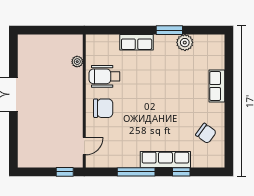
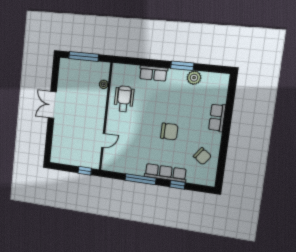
window: (48, 30) -> (84, 56), added
wheelchair: (105, 76) -> (124, 99), turned 90
chair: (103, 108) -> (169, 131), moved
door: (84, 146) -> (103, 140), moved

